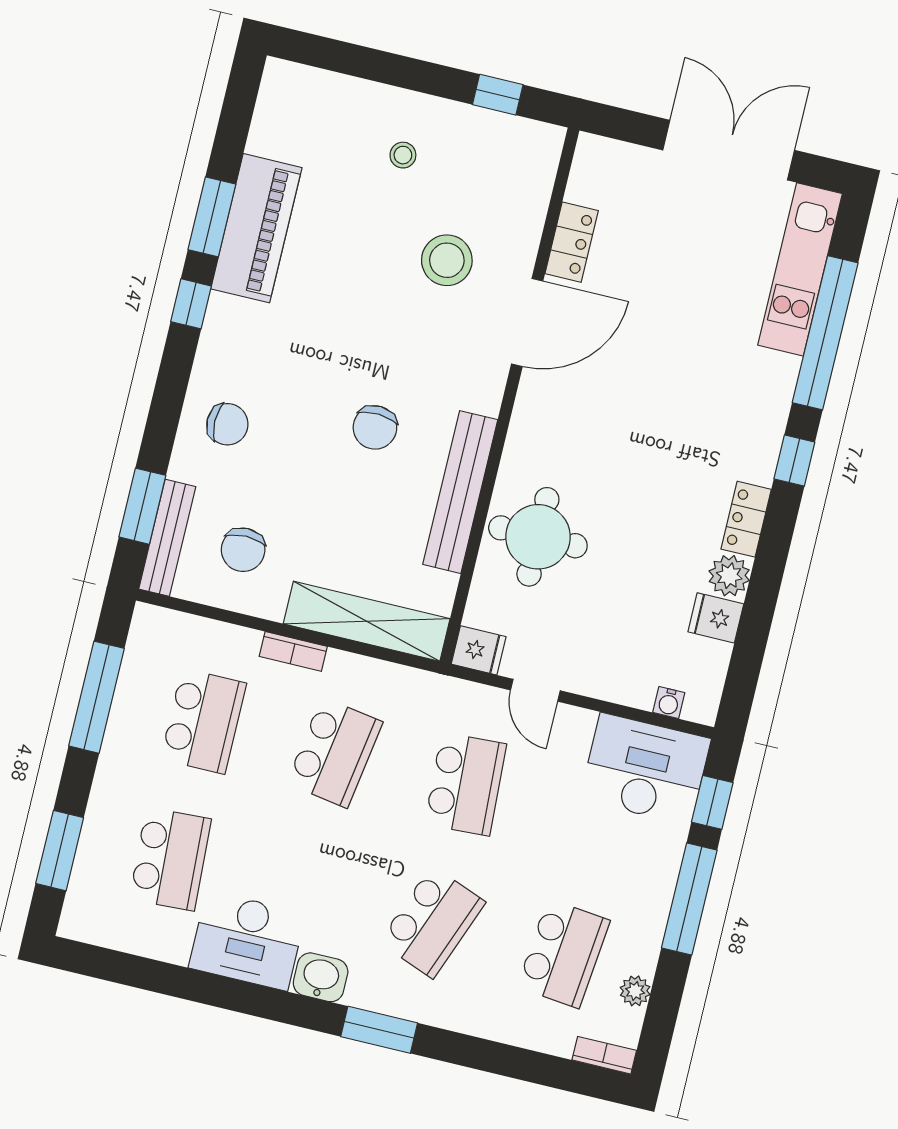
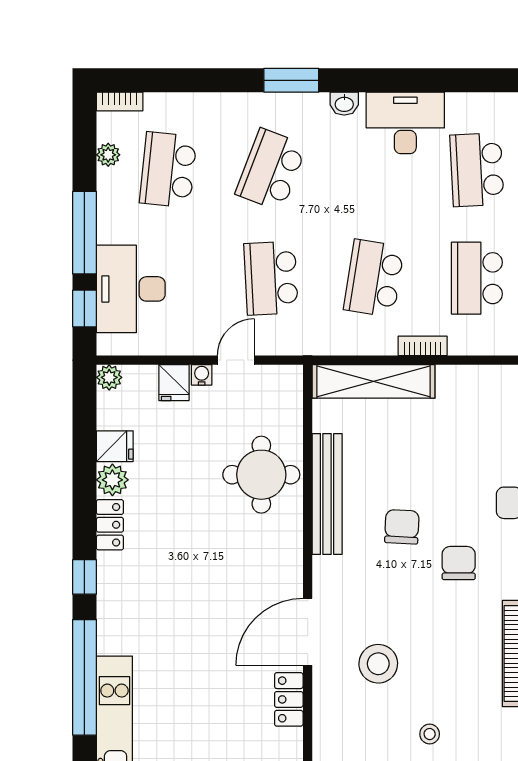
chair: (243, 550) -> (459, 563), moved
fridge: (479, 650) -> (174, 383), moved, turned -90
door: (535, 690) -> (236, 360), hinge flipped
water cooler: (669, 703) -> (202, 375), moved
plant: (702, 707) -> (109, 377), added
desk: (645, 769) -> (131, 289), moved, turned 90
washbasin: (321, 977) -> (344, 104), width x0.72, depth x0.69

